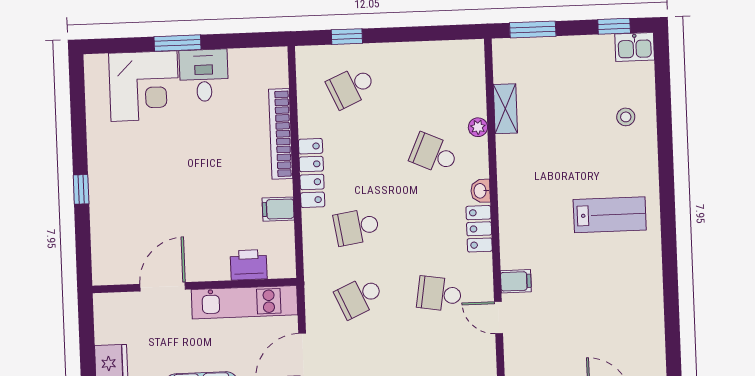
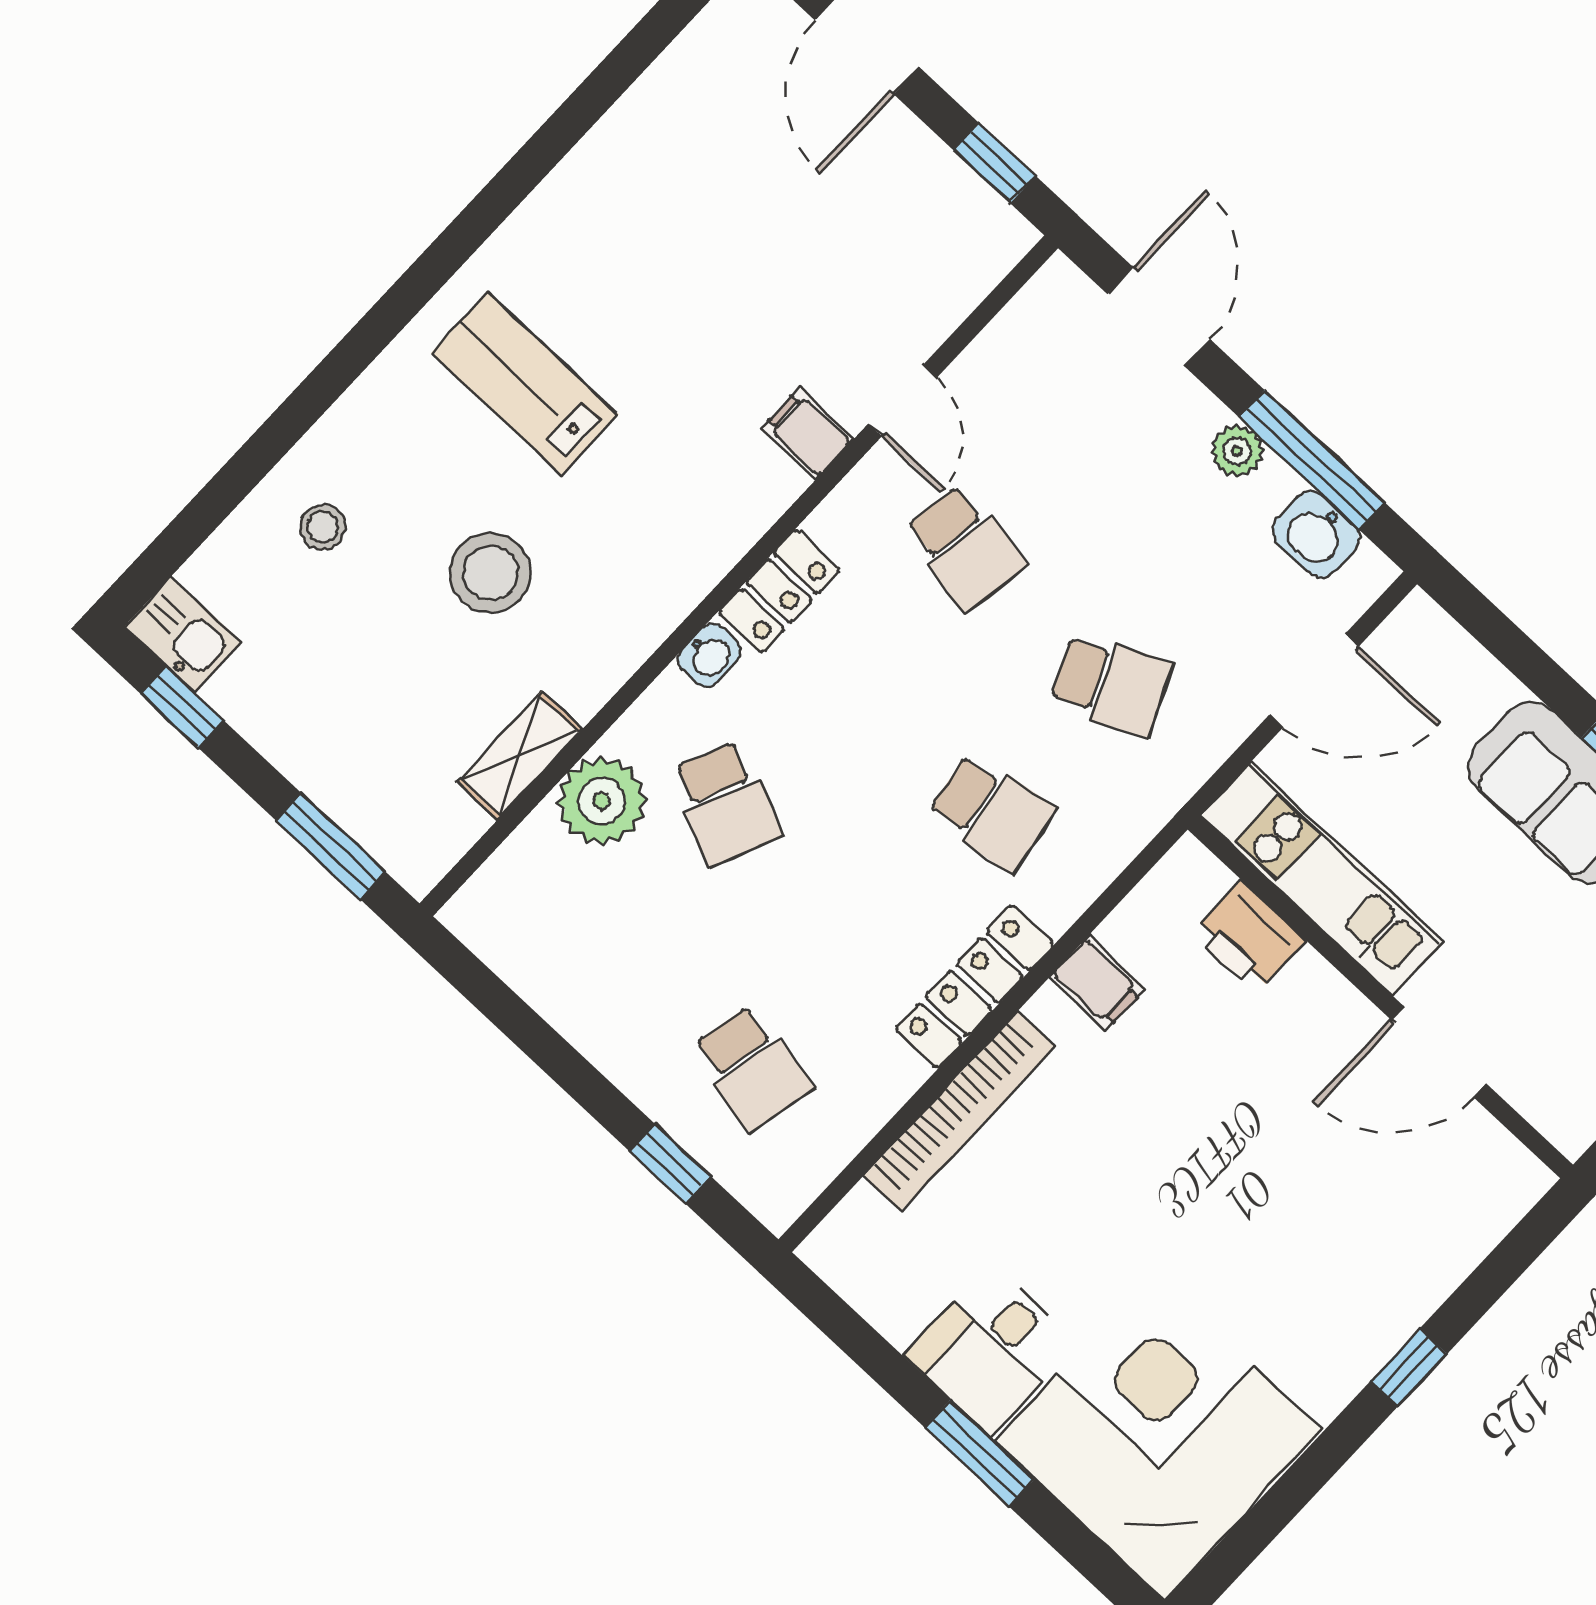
corner desk: (144, 86) -> (1158, 1436), width x1.36, depth x1.36
school desk: (351, 87) -> (752, 1068), turned 36
plant: (478, 127) -> (602, 801), width x1.88, depth x1.88
stool: (566, 152) -> (490, 573), added

